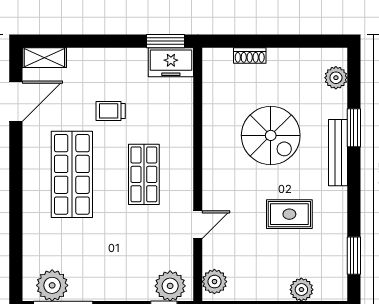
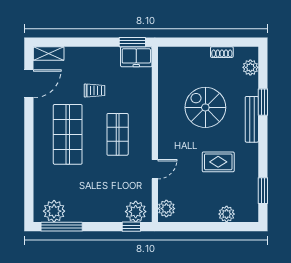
shoe rack: (250, 55) -> (222, 52), moved
trolley: (111, 111) -> (94, 90), turned 180
spiral stairs: (271, 135) -> (205, 107), turned 180

